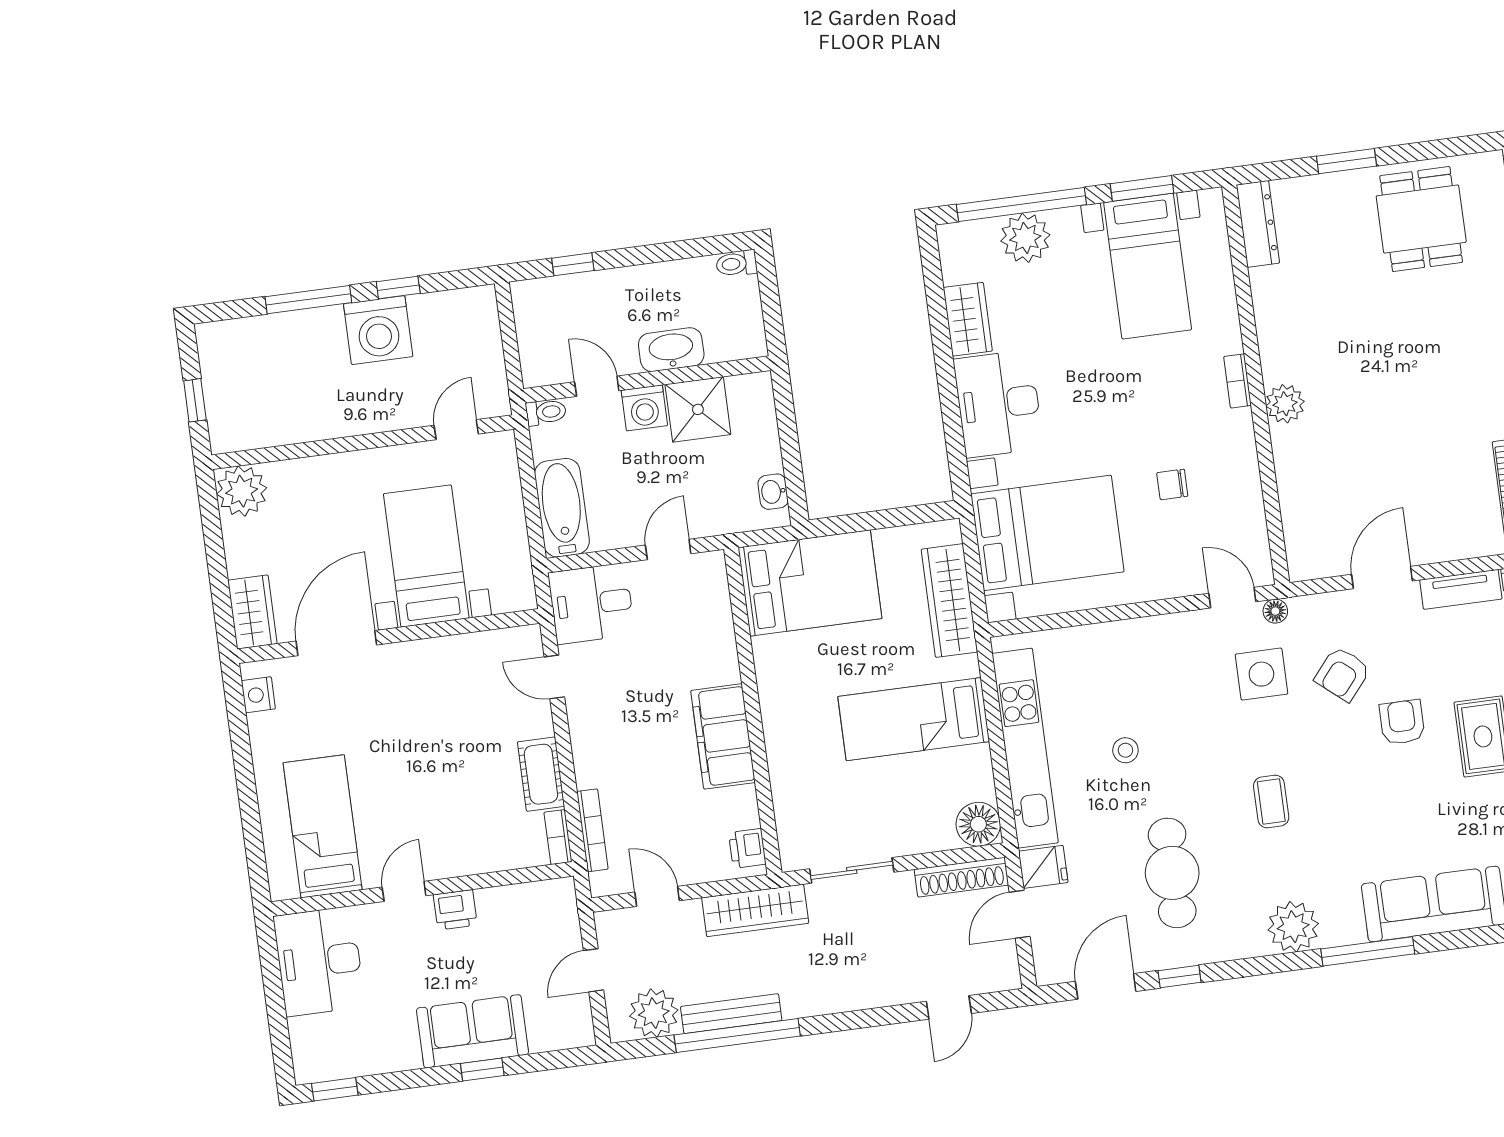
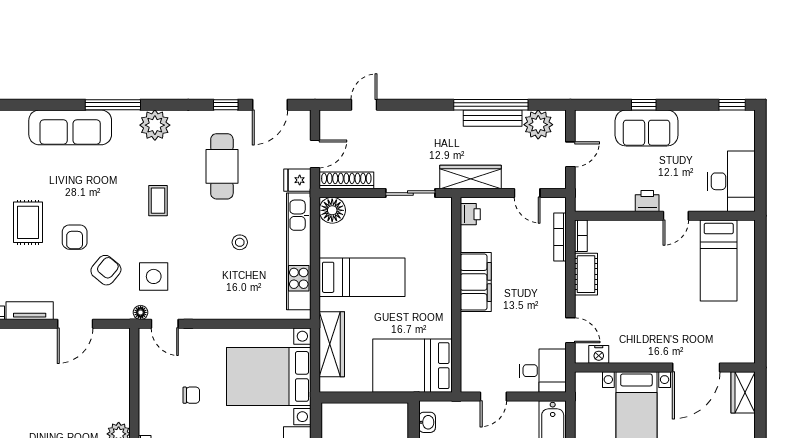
nightstand: (258, 695) -> (599, 354), moved, turned 90

